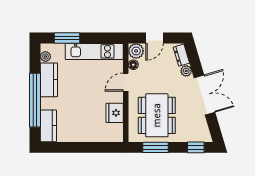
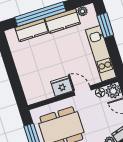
fridge: (115, 113) -> (62, 86), moved
kitchen counter: (48, 126) -> (32, 30), moved

